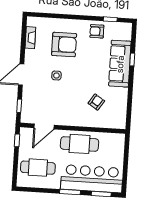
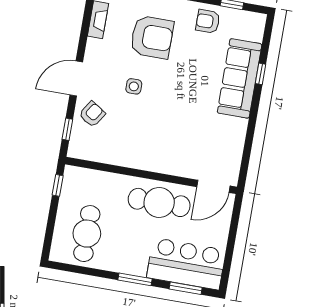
armchair: (96, 102) -> (92, 114), moved
door: (44, 126) -> (213, 186), moved
cafe table: (38, 168) -> (87, 234), turned 90
bar counter: (92, 179) -> (186, 264), width x0.73

